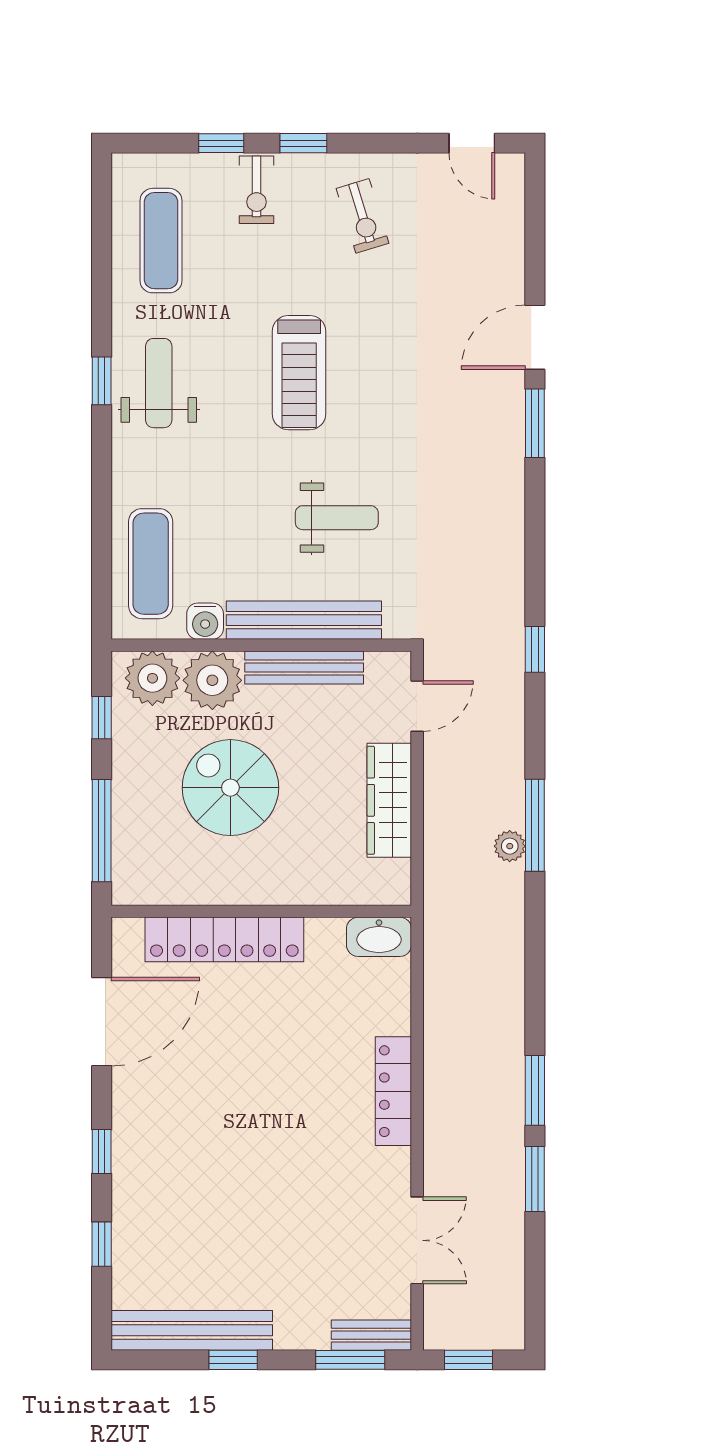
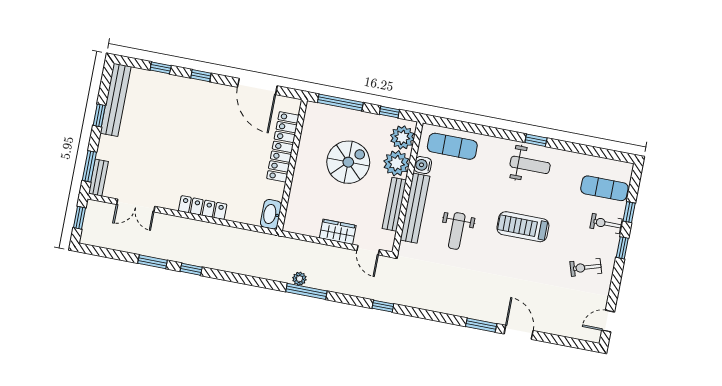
exercise mat: (161, 241) -> (604, 188), moved
wardrobe: (389, 800) -> (338, 232), width x0.67
window: (535, 1090) -> (191, 269), width x0.67

